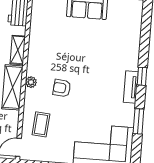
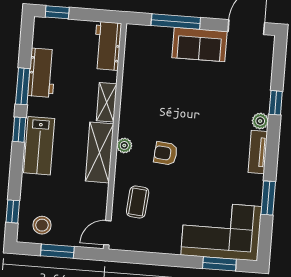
plant: (132, 64) -> (260, 121), added
window: (142, 76) -> (276, 103), moved

